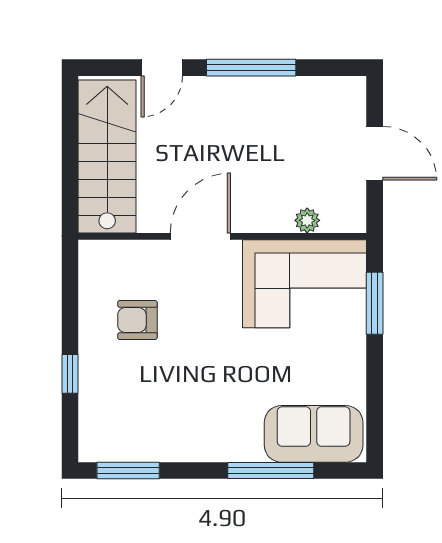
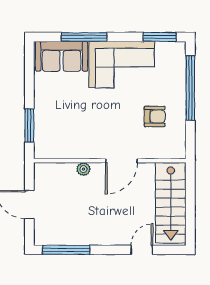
window: (251, 68) -> (66, 250), moved
plant: (307, 220) -> (83, 169), moved
corner sofa: (305, 284) -> (122, 65), moved, turned 180
window: (70, 374) -> (190, 88), width x3.17

